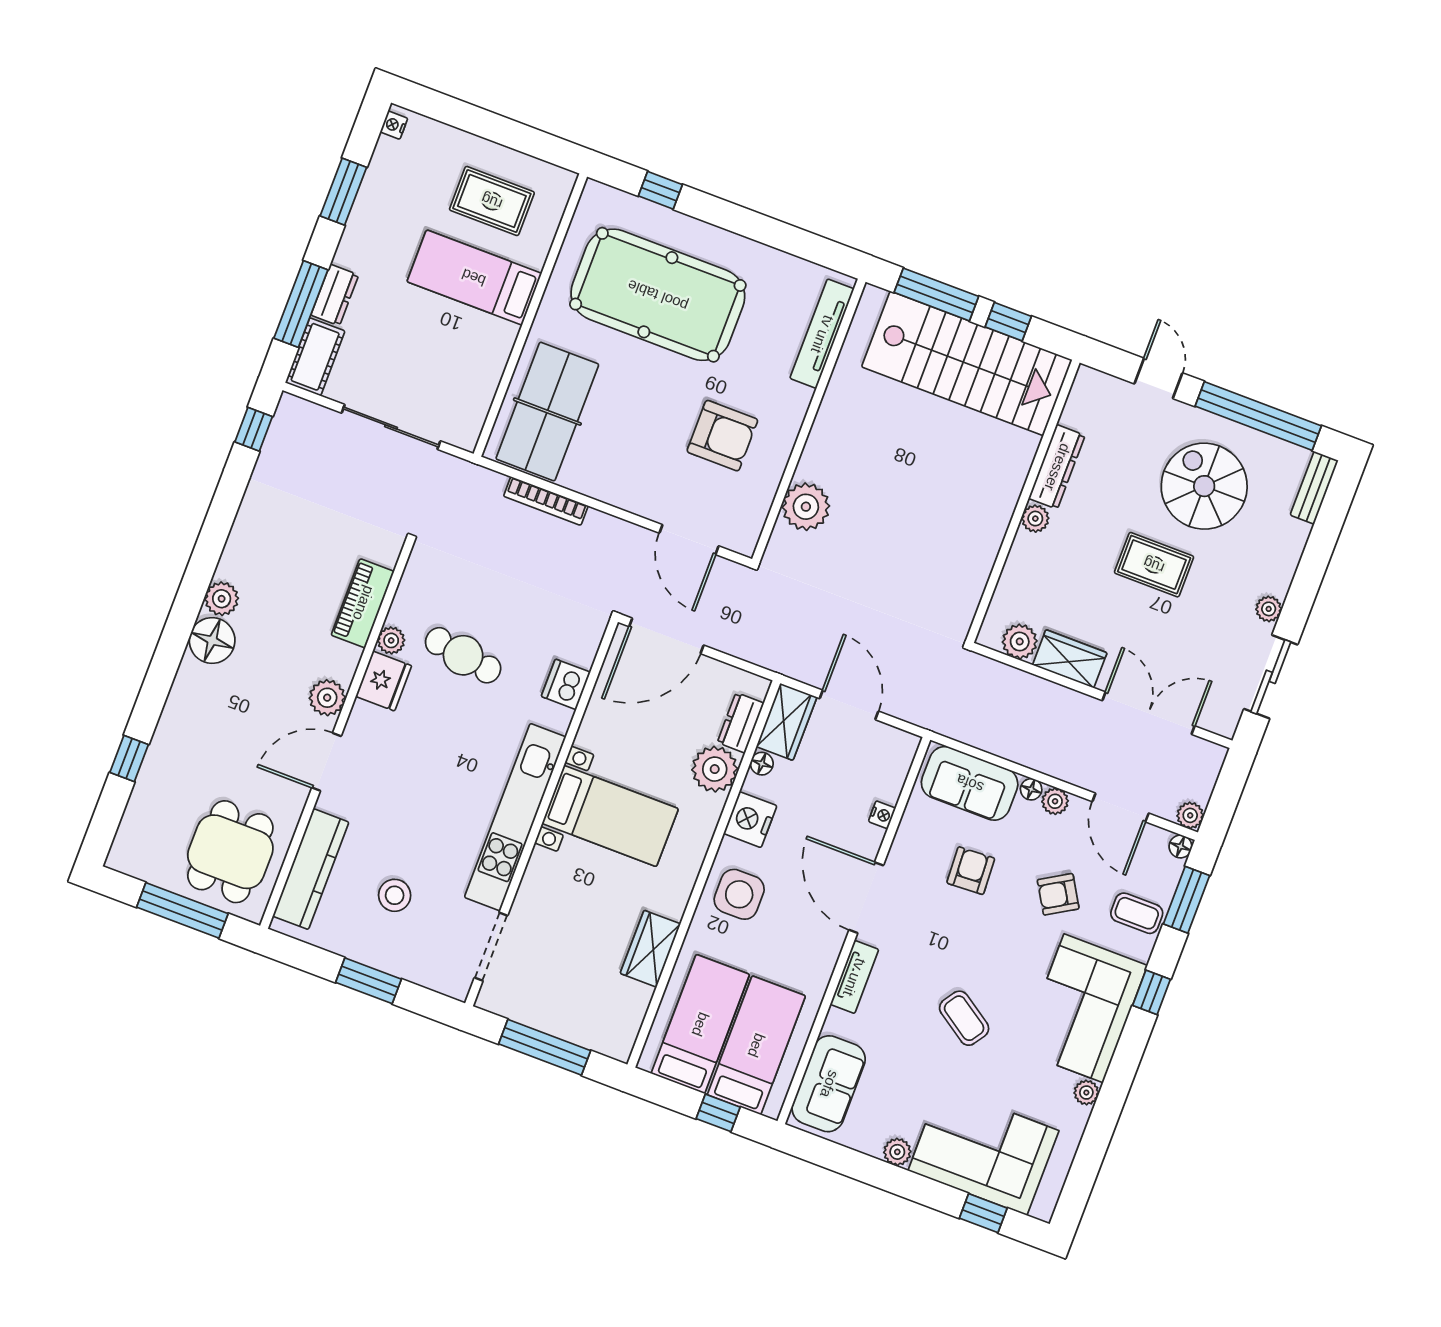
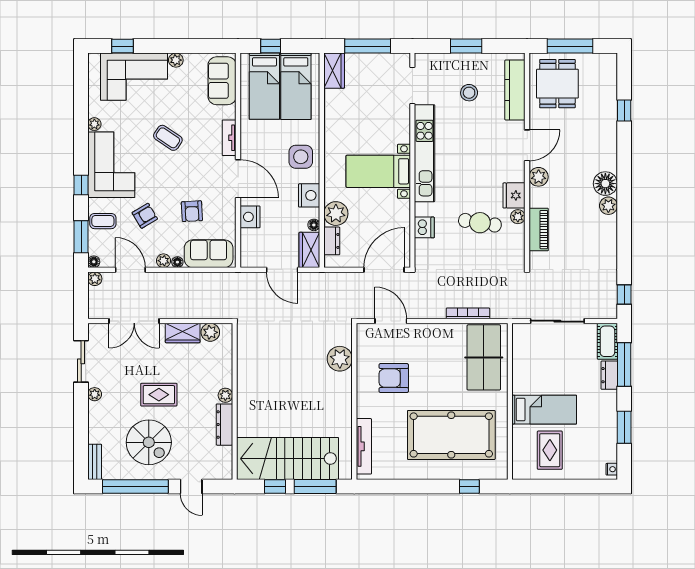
rug: (492, 201) -> (550, 450), turned 90
nightstand: (882, 815) -> (250, 217), width x1.89, depth x1.79
wardrobe: (650, 949) -> (334, 71), moved

